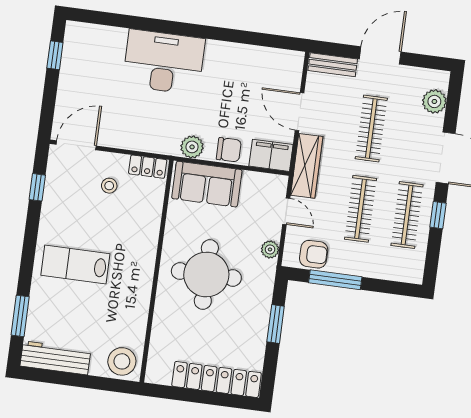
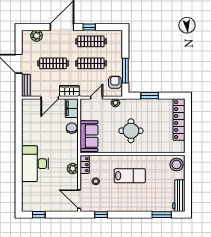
plant: (192, 147) -> (73, 169), moved
wardrobe: (307, 166) -> (69, 91), width x0.67
lab bench: (75, 264) -> (130, 176), moved, turned -90
round table: (206, 274) -> (131, 131), width x0.73, depth x0.73

